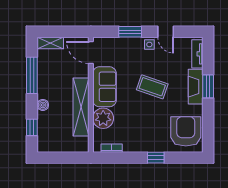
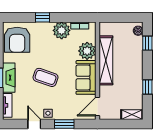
door: (91, 52) -> (97, 106), swing flipped
window: (32, 75) -> (147, 87), width x0.46
boiler: (43, 105) -> (138, 31), moved
plant: (133, 142) -> (62, 30), added

